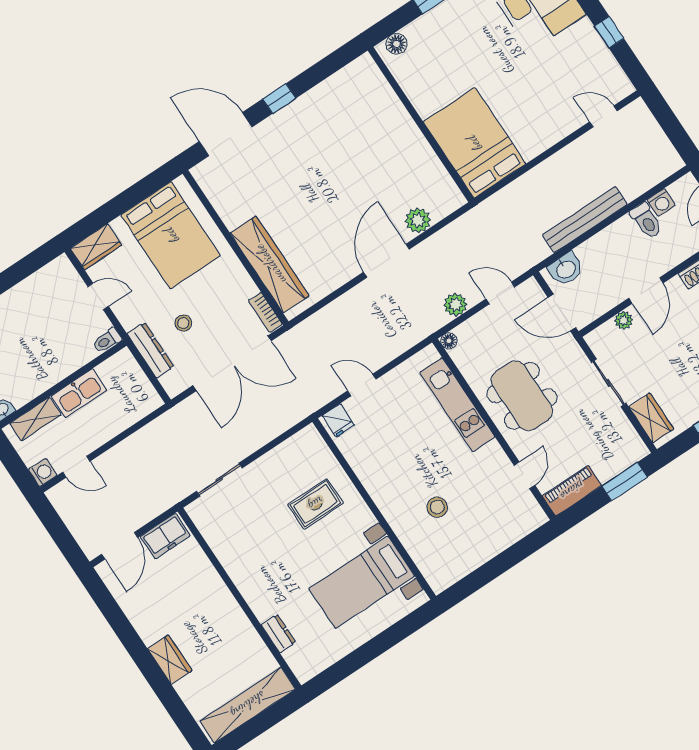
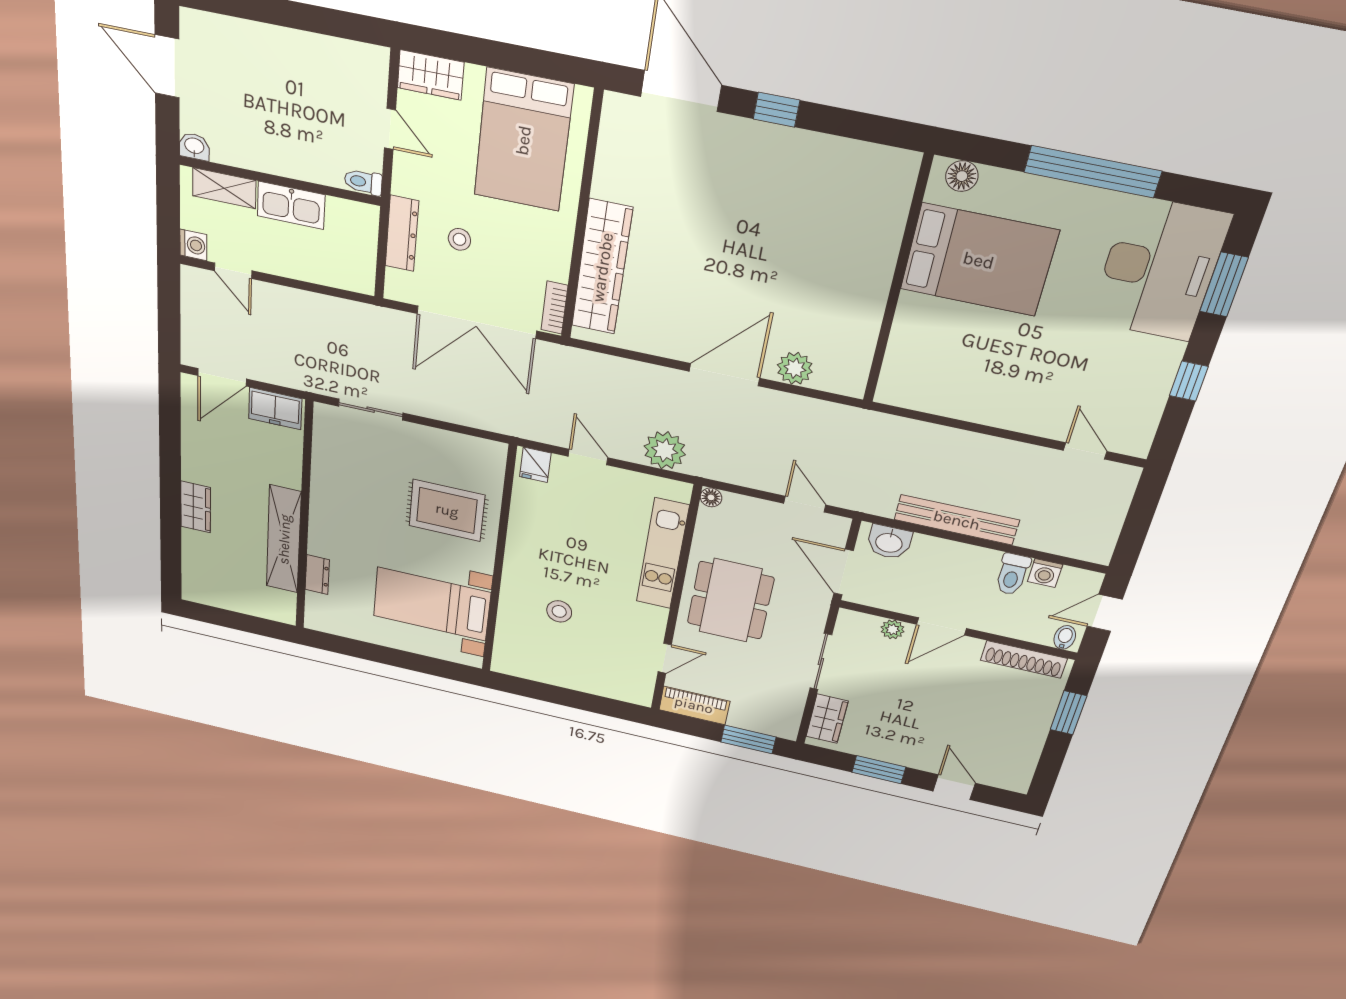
bed: (474, 143) -> (979, 260), moved, turned 90
plant: (455, 305) -> (665, 450), moved, width x1.36, depth x1.36
rug: (316, 504) -> (447, 510), width x1.36, depth x1.43
shelving: (248, 705) -> (284, 539), moved, turned 90

